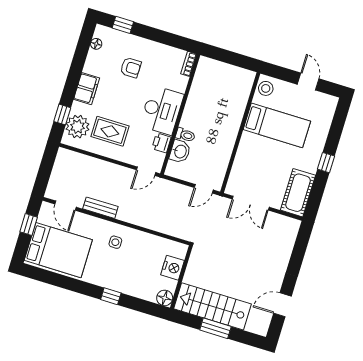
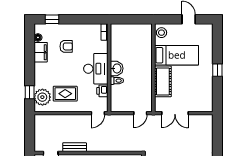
filing cabinet: (87, 89) -> (41, 52), moved
washbasin: (180, 151) -> (117, 68), moved
cot: (298, 193) -> (163, 81), moved

